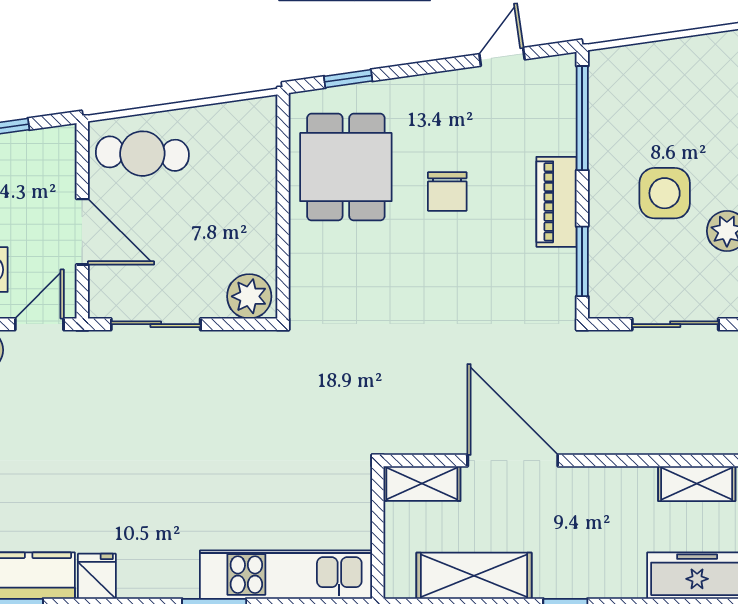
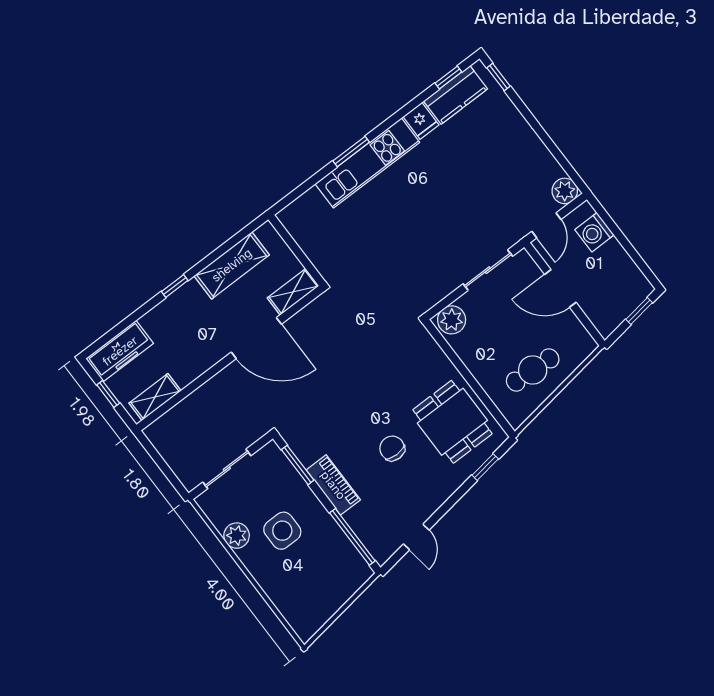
cafe table: (142, 154) -> (533, 370), moved
kitchen unit: (286, 575) -> (367, 163), moved

